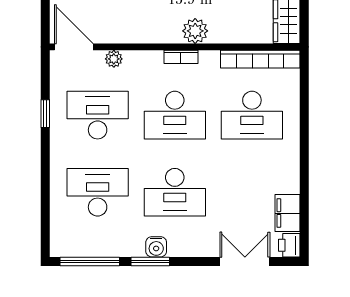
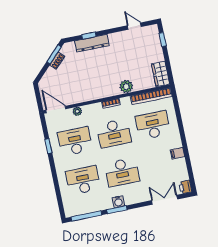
plant: (195, 31) -> (126, 86), moved
desk: (252, 115) -> (153, 125), turned 180
filing cabinet: (288, 213) -> (177, 153), moved, width x0.50

